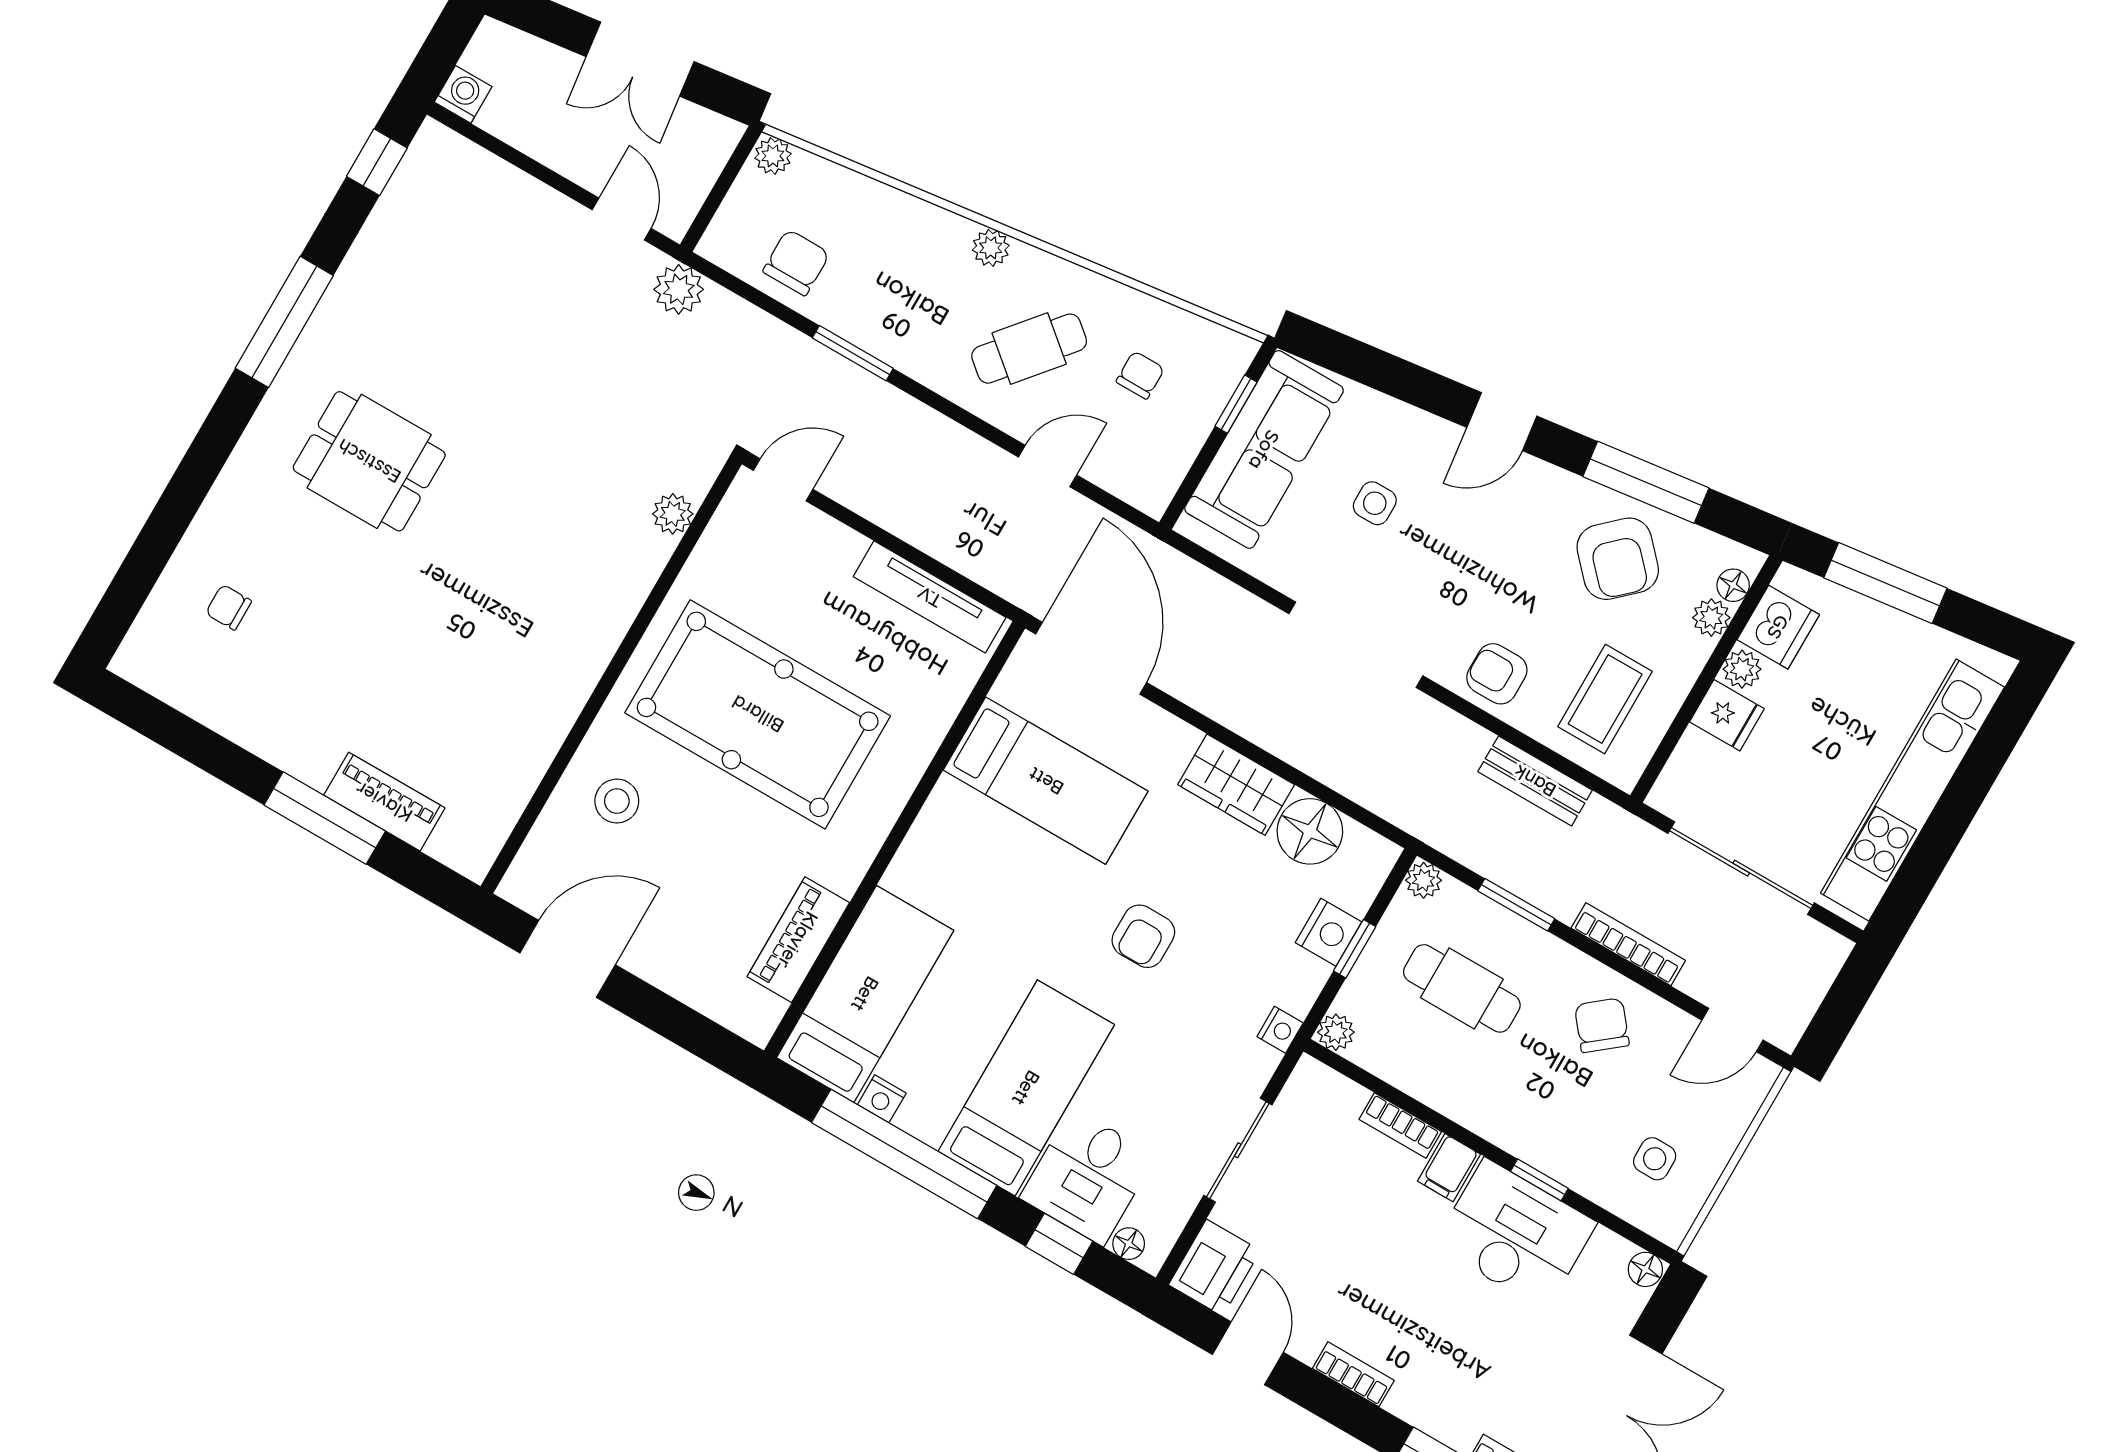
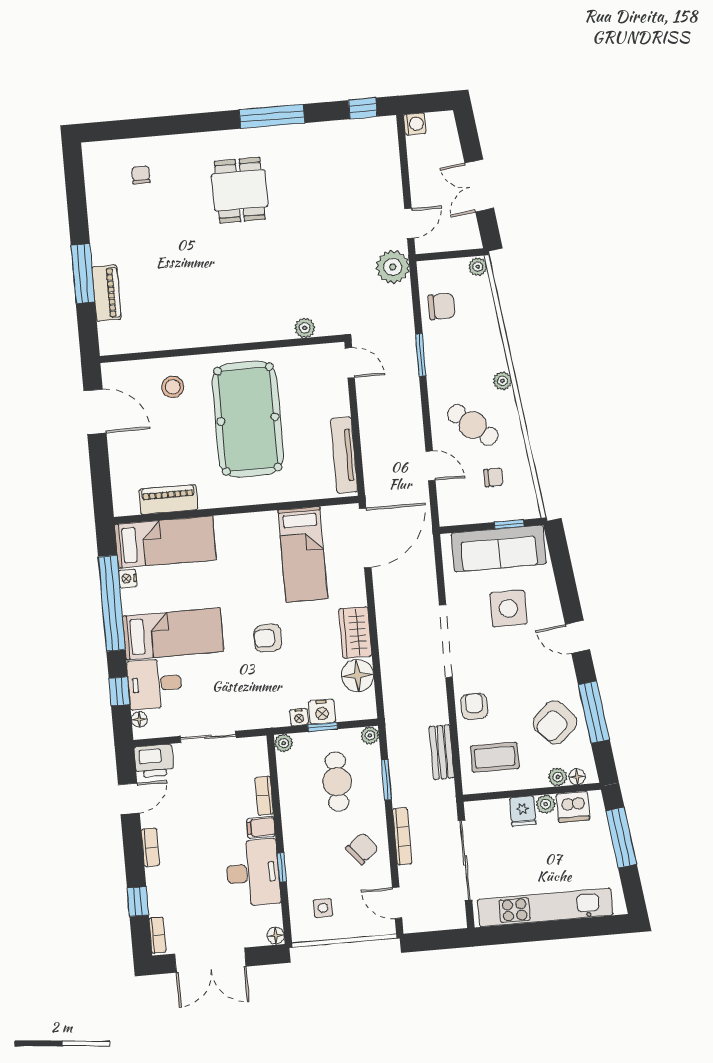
plant: (679, 289) -> (393, 267), width x1.36, depth x1.36
side table: (1375, 503) -> (508, 609), width x1.87, depth x1.87
nightstand: (1280, 1030) -> (299, 717), moved

